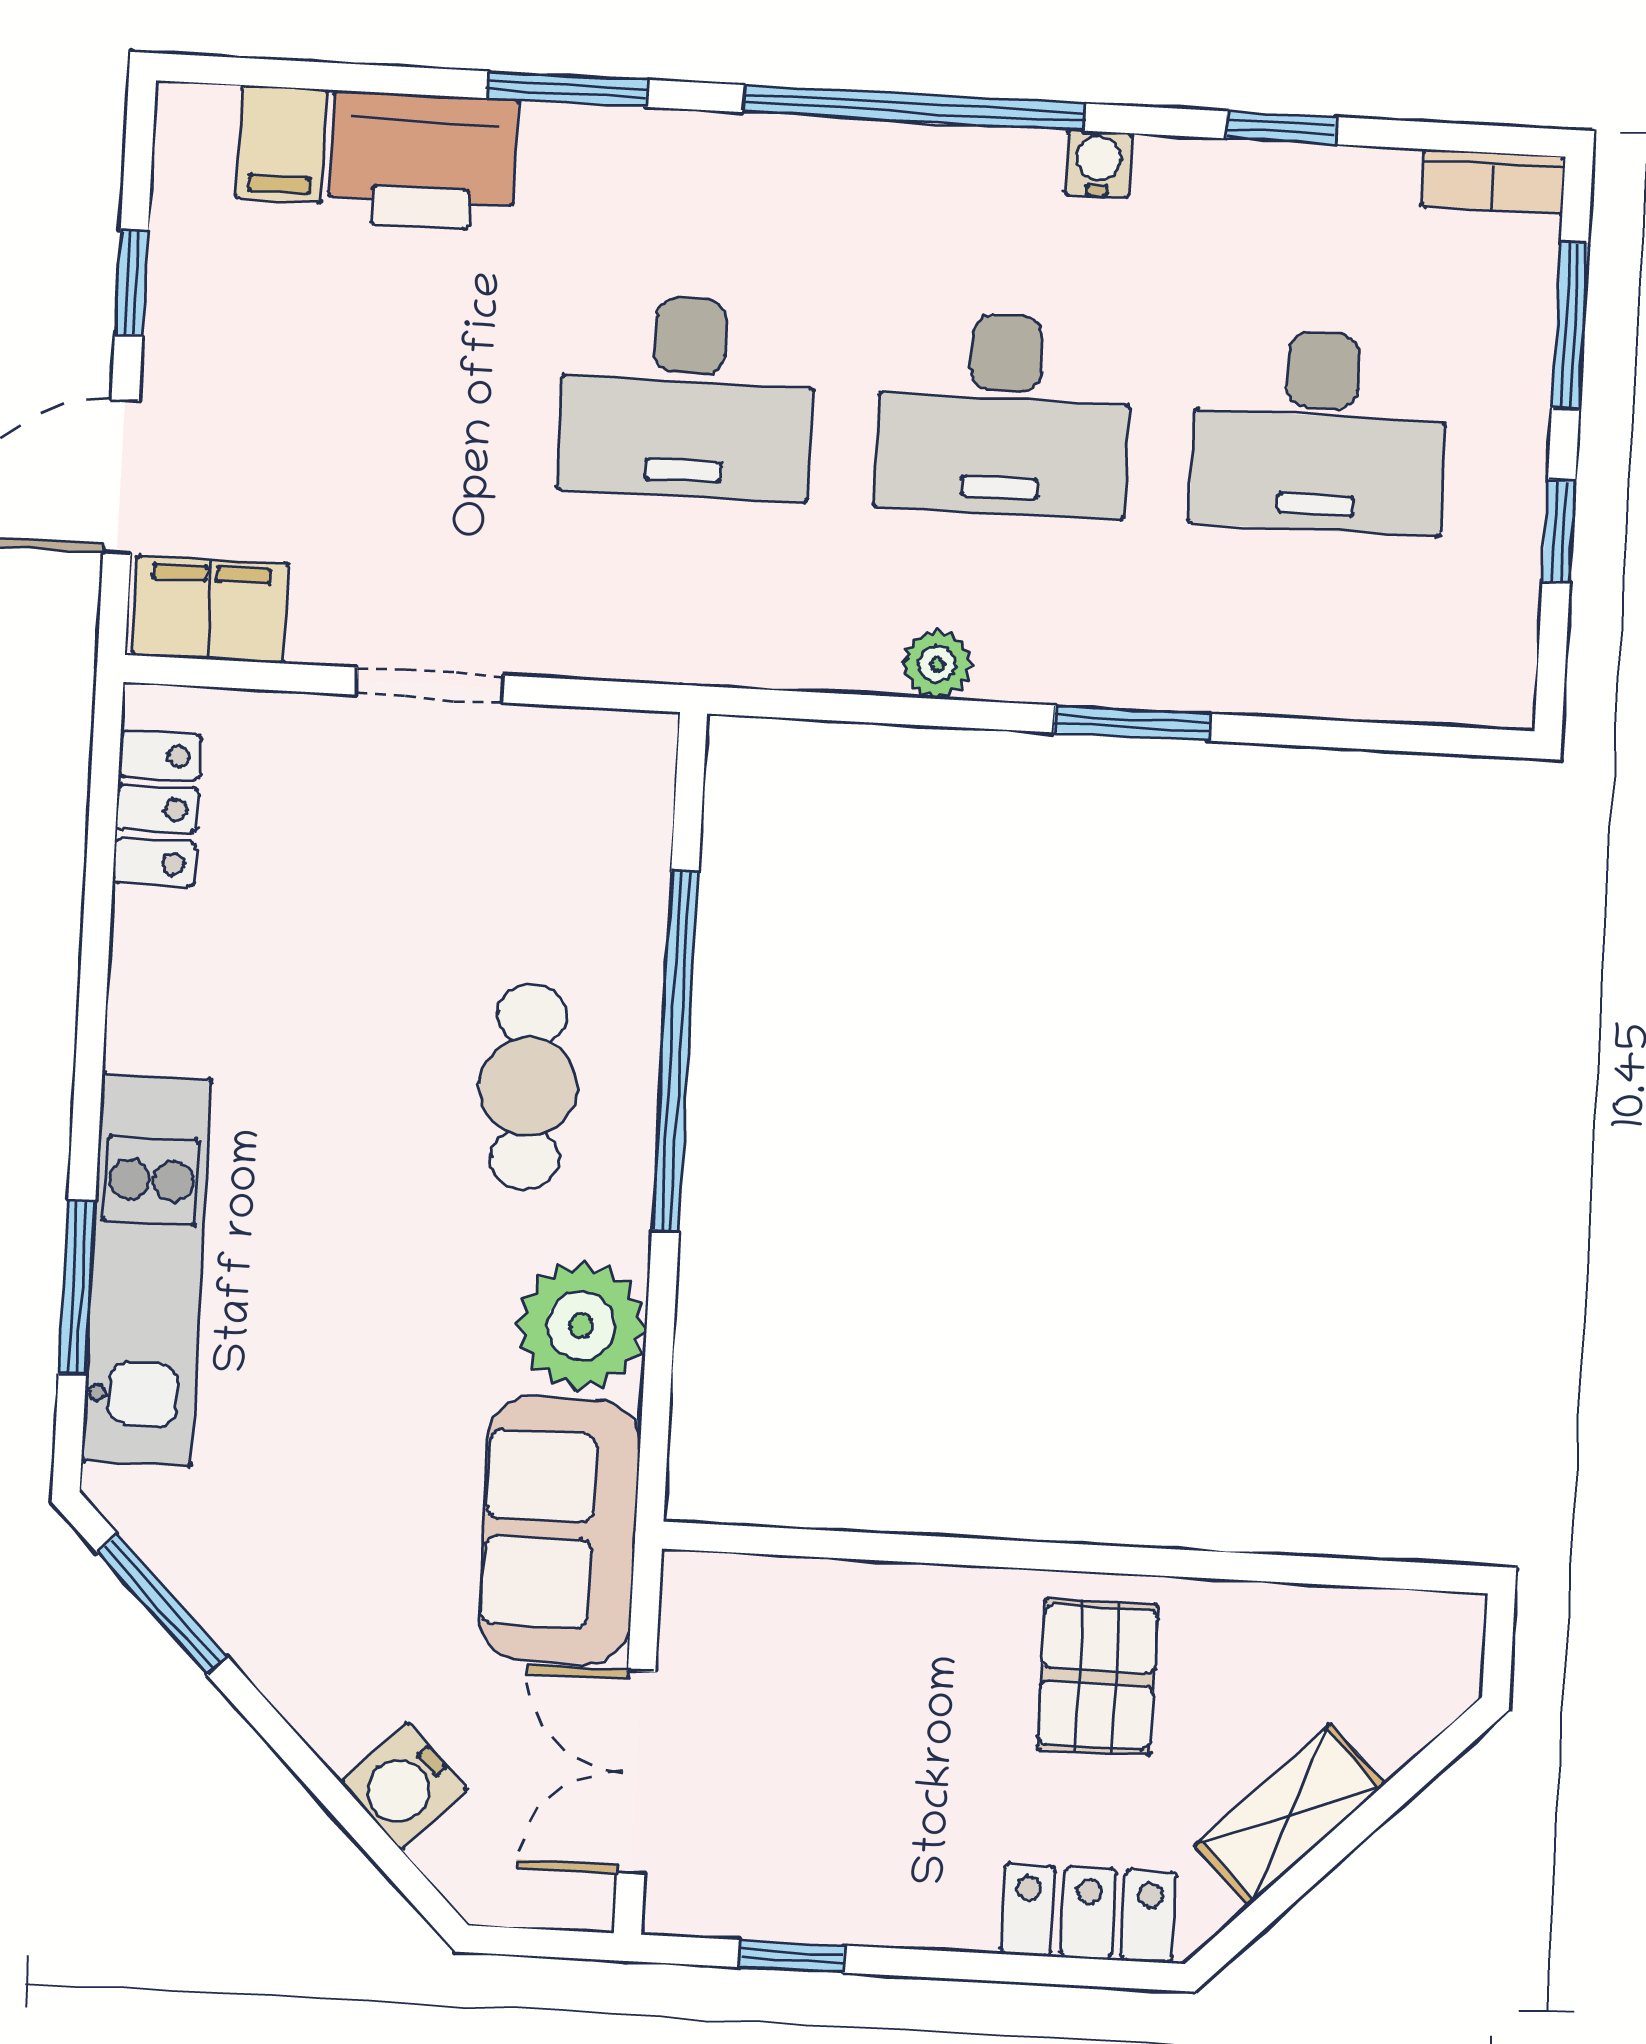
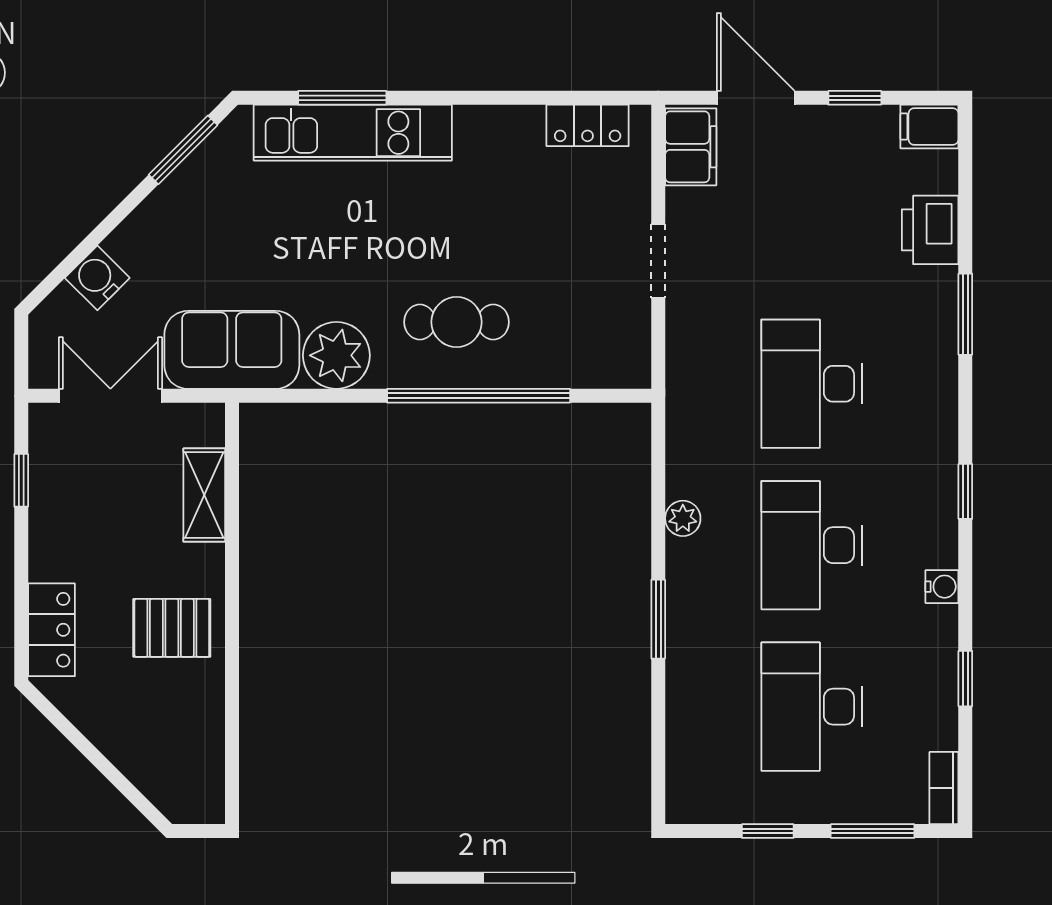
window: (914, 108) -> (965, 491), width x0.32
filing cabinet: (281, 144) -> (929, 126), moved
printer: (423, 161) -> (930, 230), width x0.73, depth x0.84
shelving: (1290, 1815) -> (204, 495), moved, turned 45

